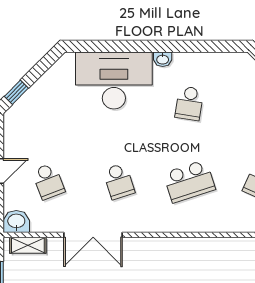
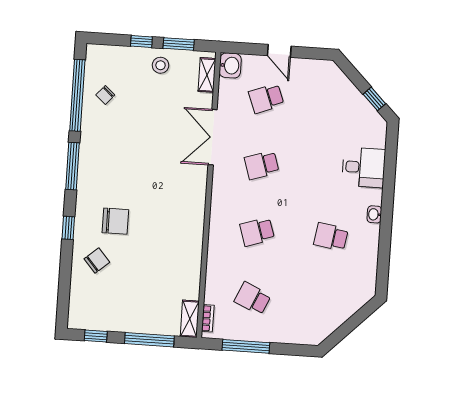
desk: (114, 81) -> (364, 167), width x0.53, depth x0.77
window: (16, 92) -> (374, 99), moved
school desk: (189, 181) -> (257, 232), width x0.54

